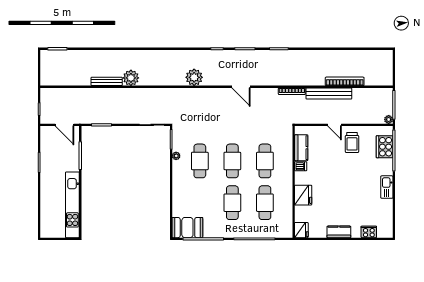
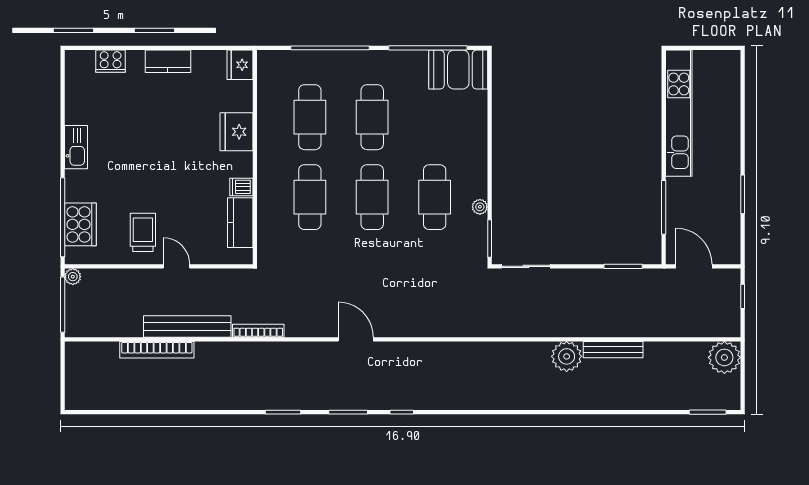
plant: (194, 77) -> (724, 357), moved

